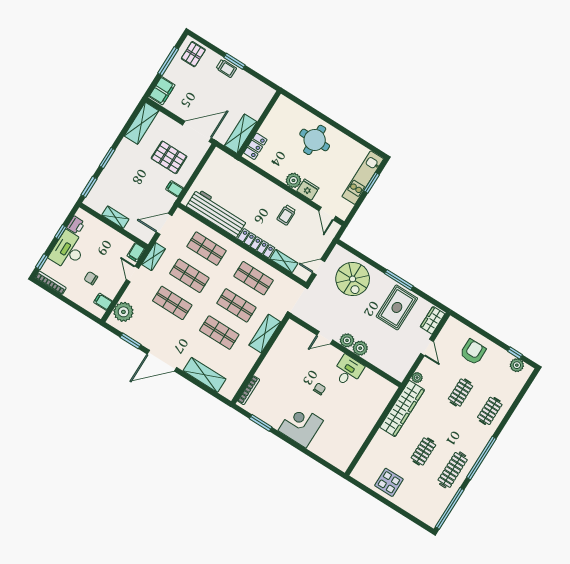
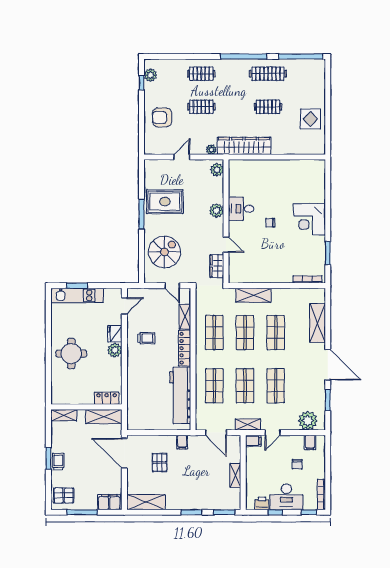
shelving: (264, 99) -> (64, 415), added
pallet: (169, 157) -> (160, 463), width x0.67, depth x0.71
wardrobe: (433, 320) -> (217, 266), moved, turned 90
plant: (347, 340) -> (217, 170), moved

